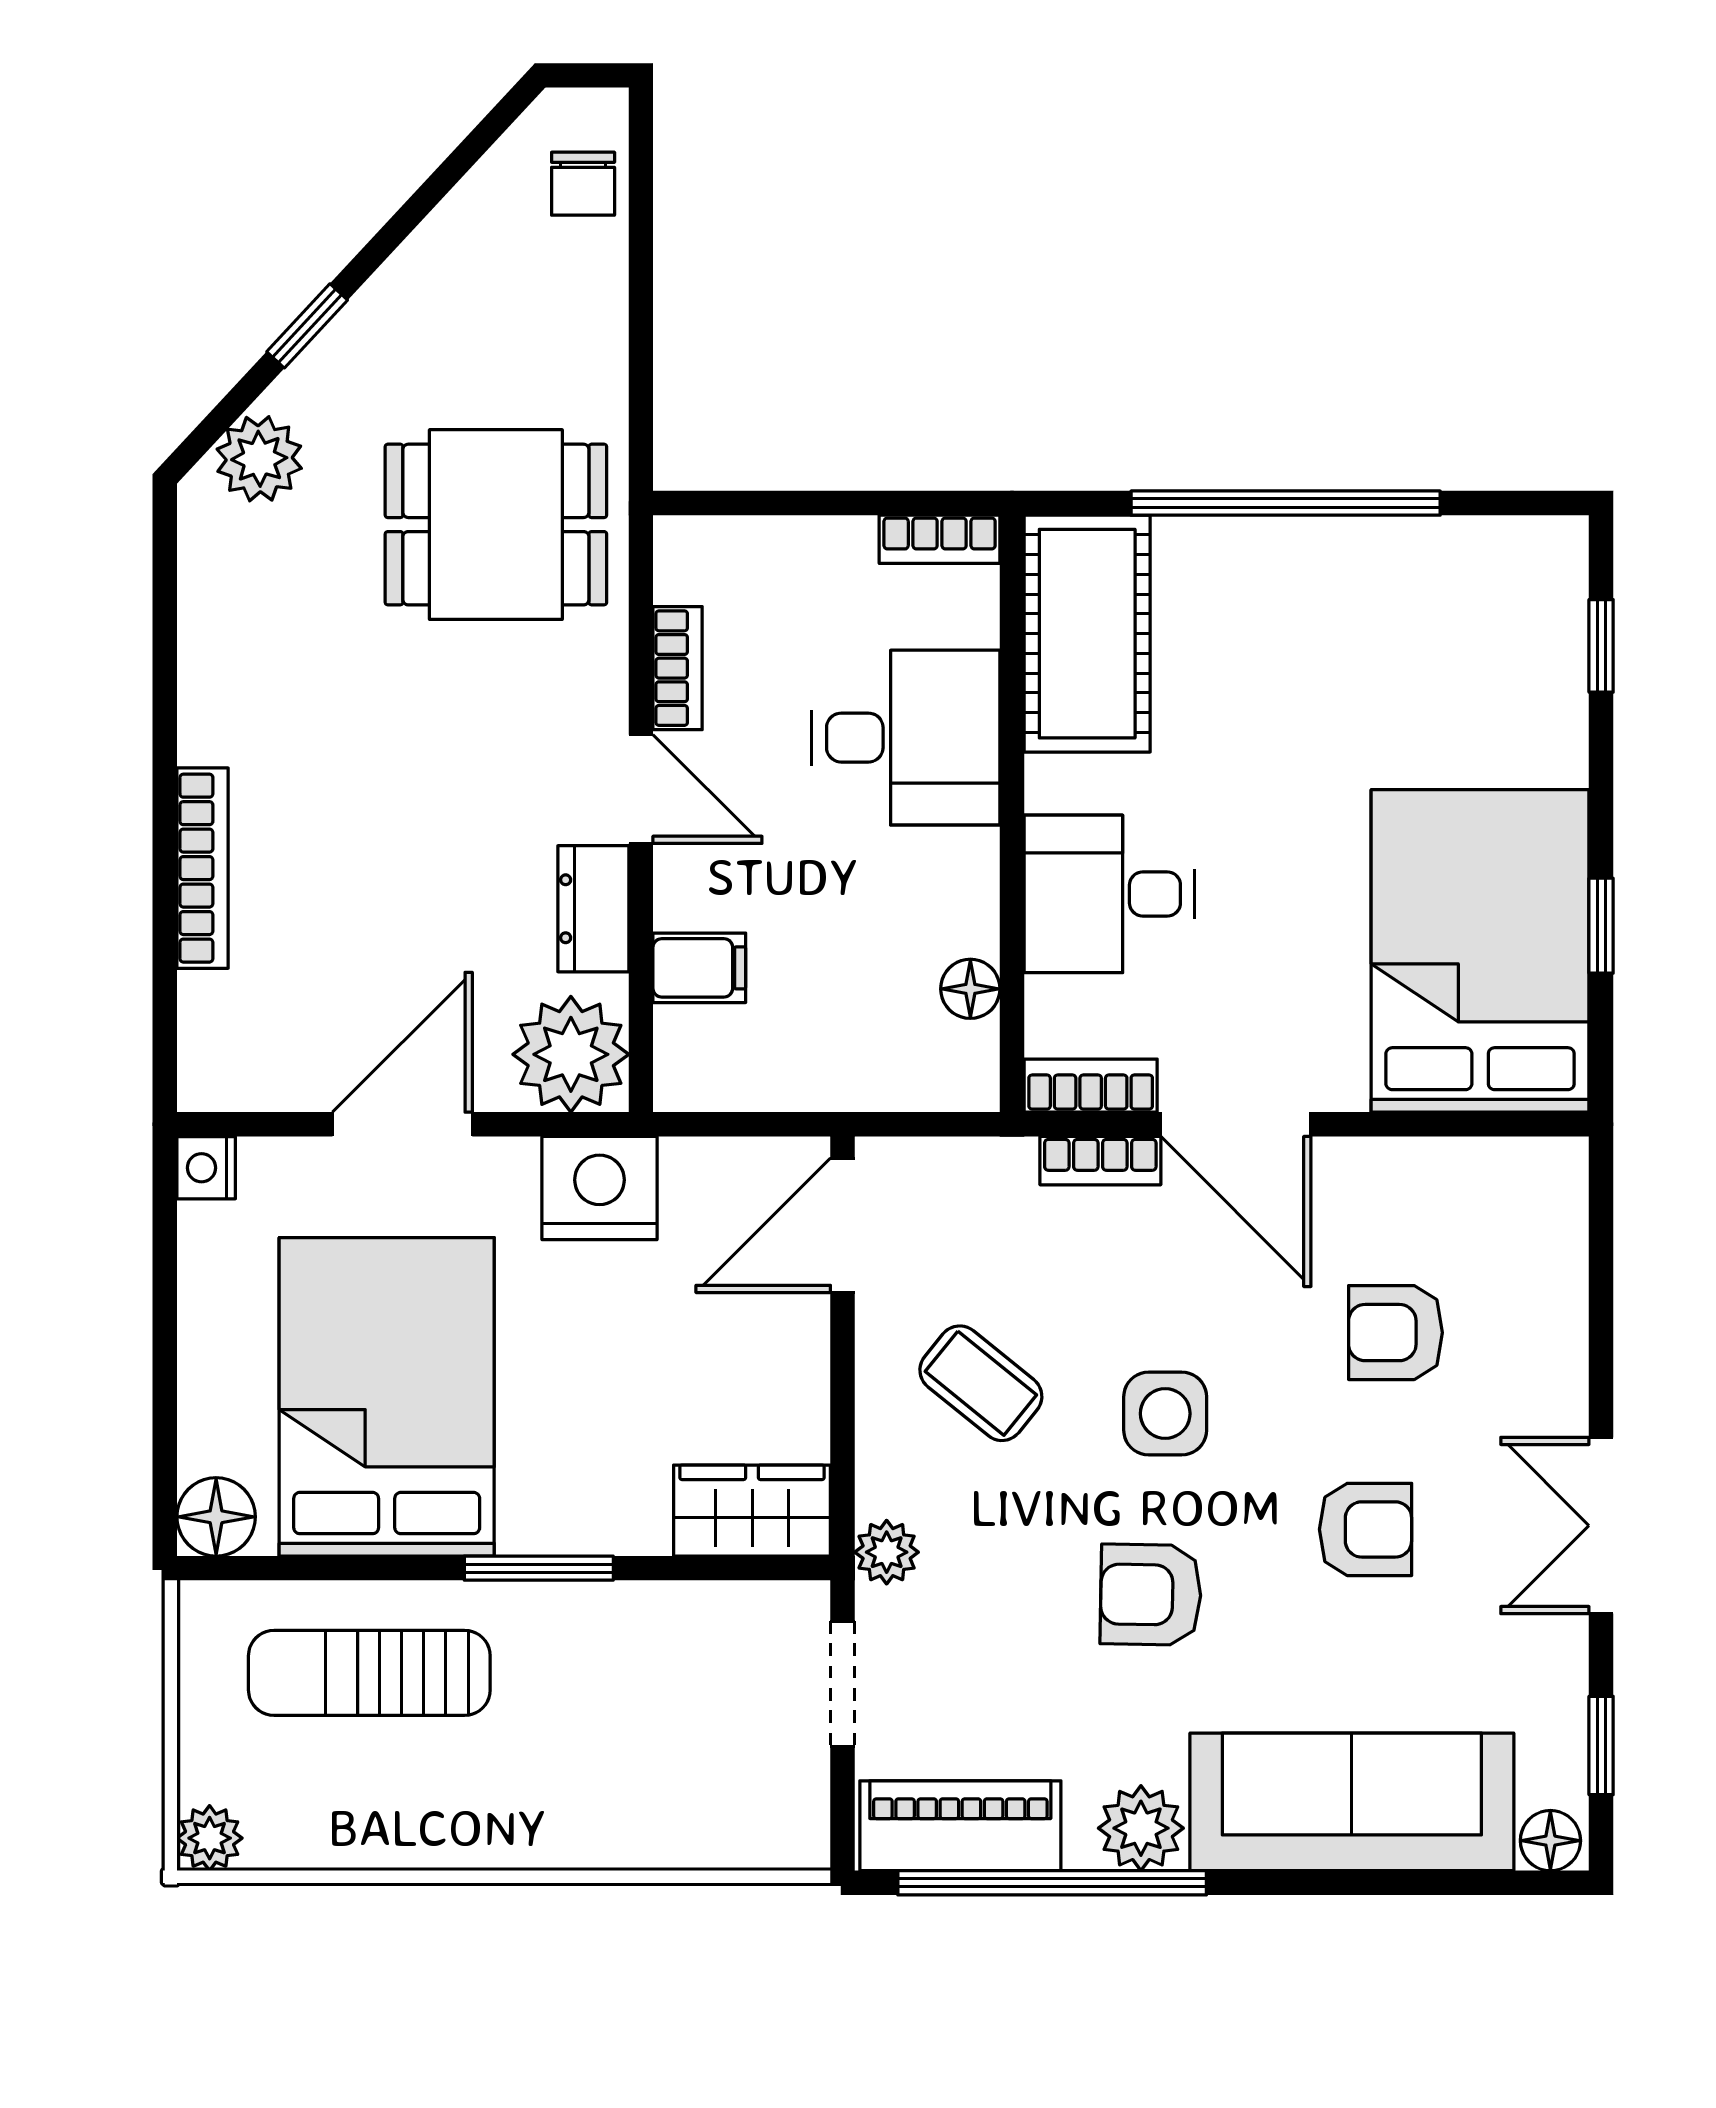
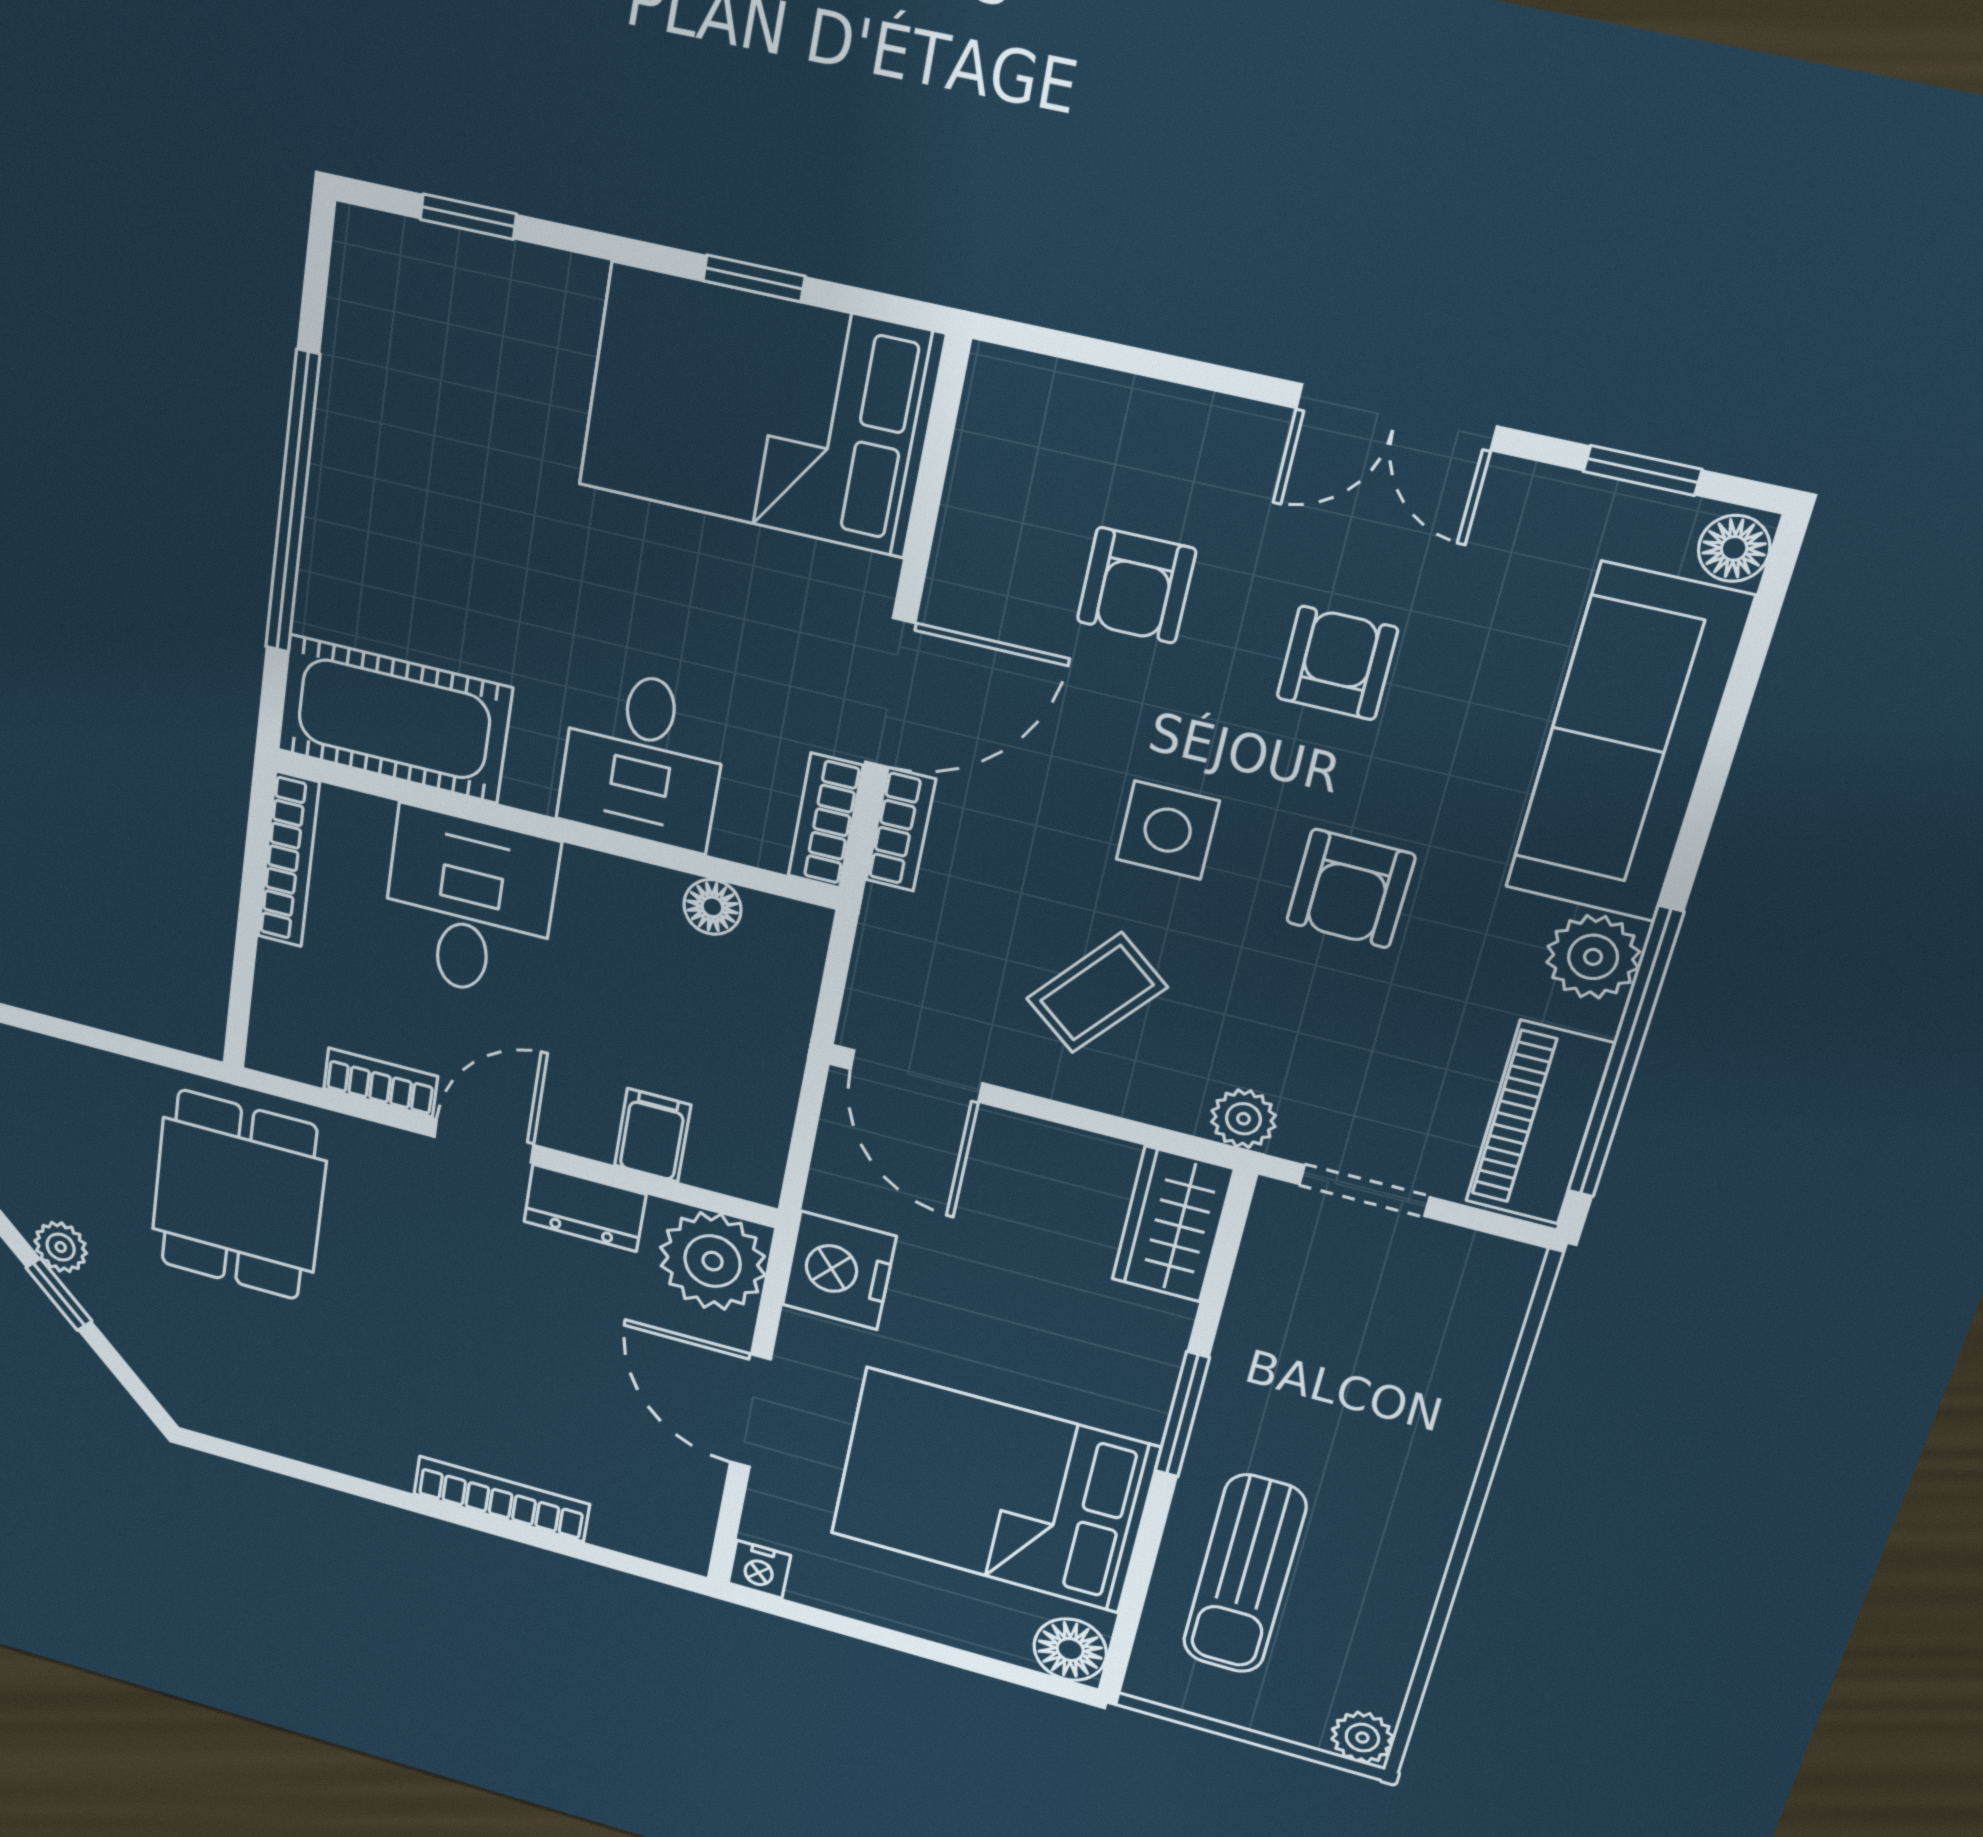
plant: (259, 459) -> (61, 1247), moved, width x0.73, depth x0.73
bookcase: (940, 539) -> (288, 860), width x1.56

